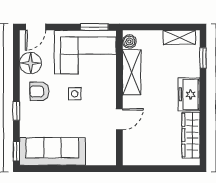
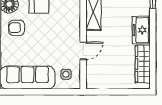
side table: (75, 94) -> (66, 74), moved

